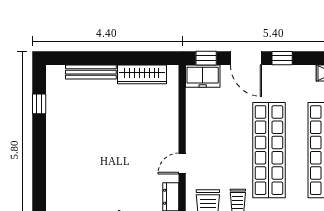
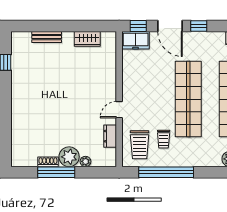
bench: (91, 72) -> (47, 37), width x0.73
wardrobe: (142, 74) -> (87, 39), width x0.67

